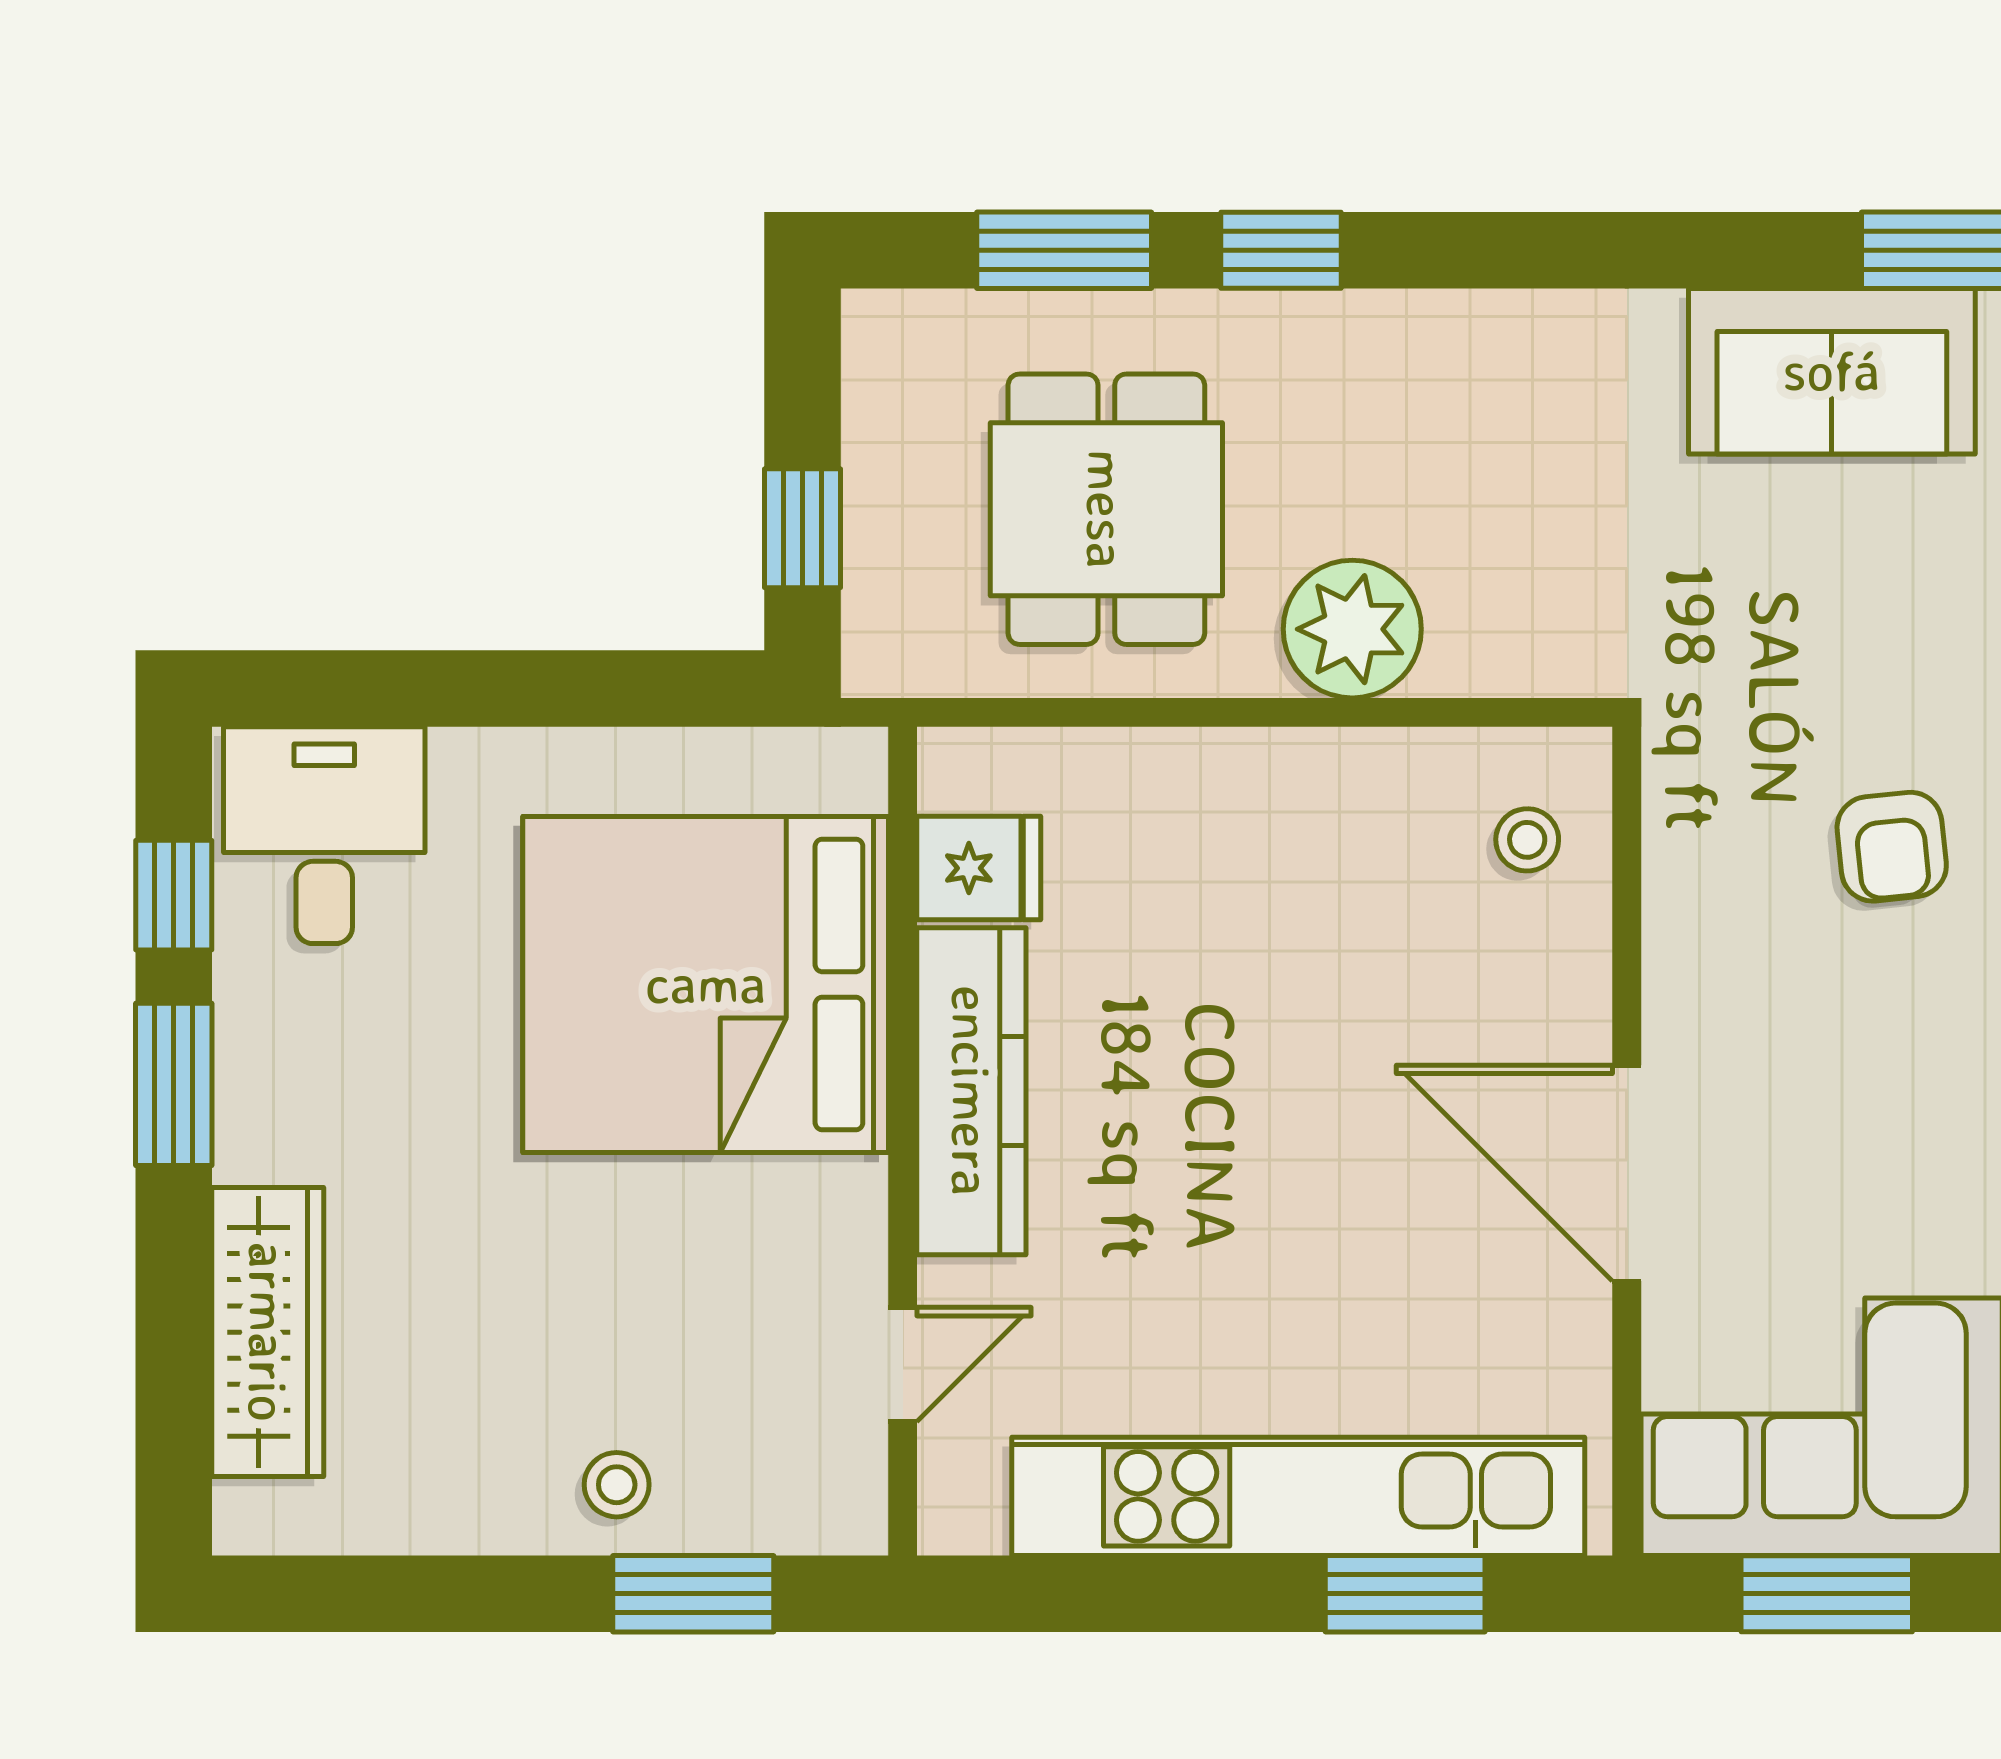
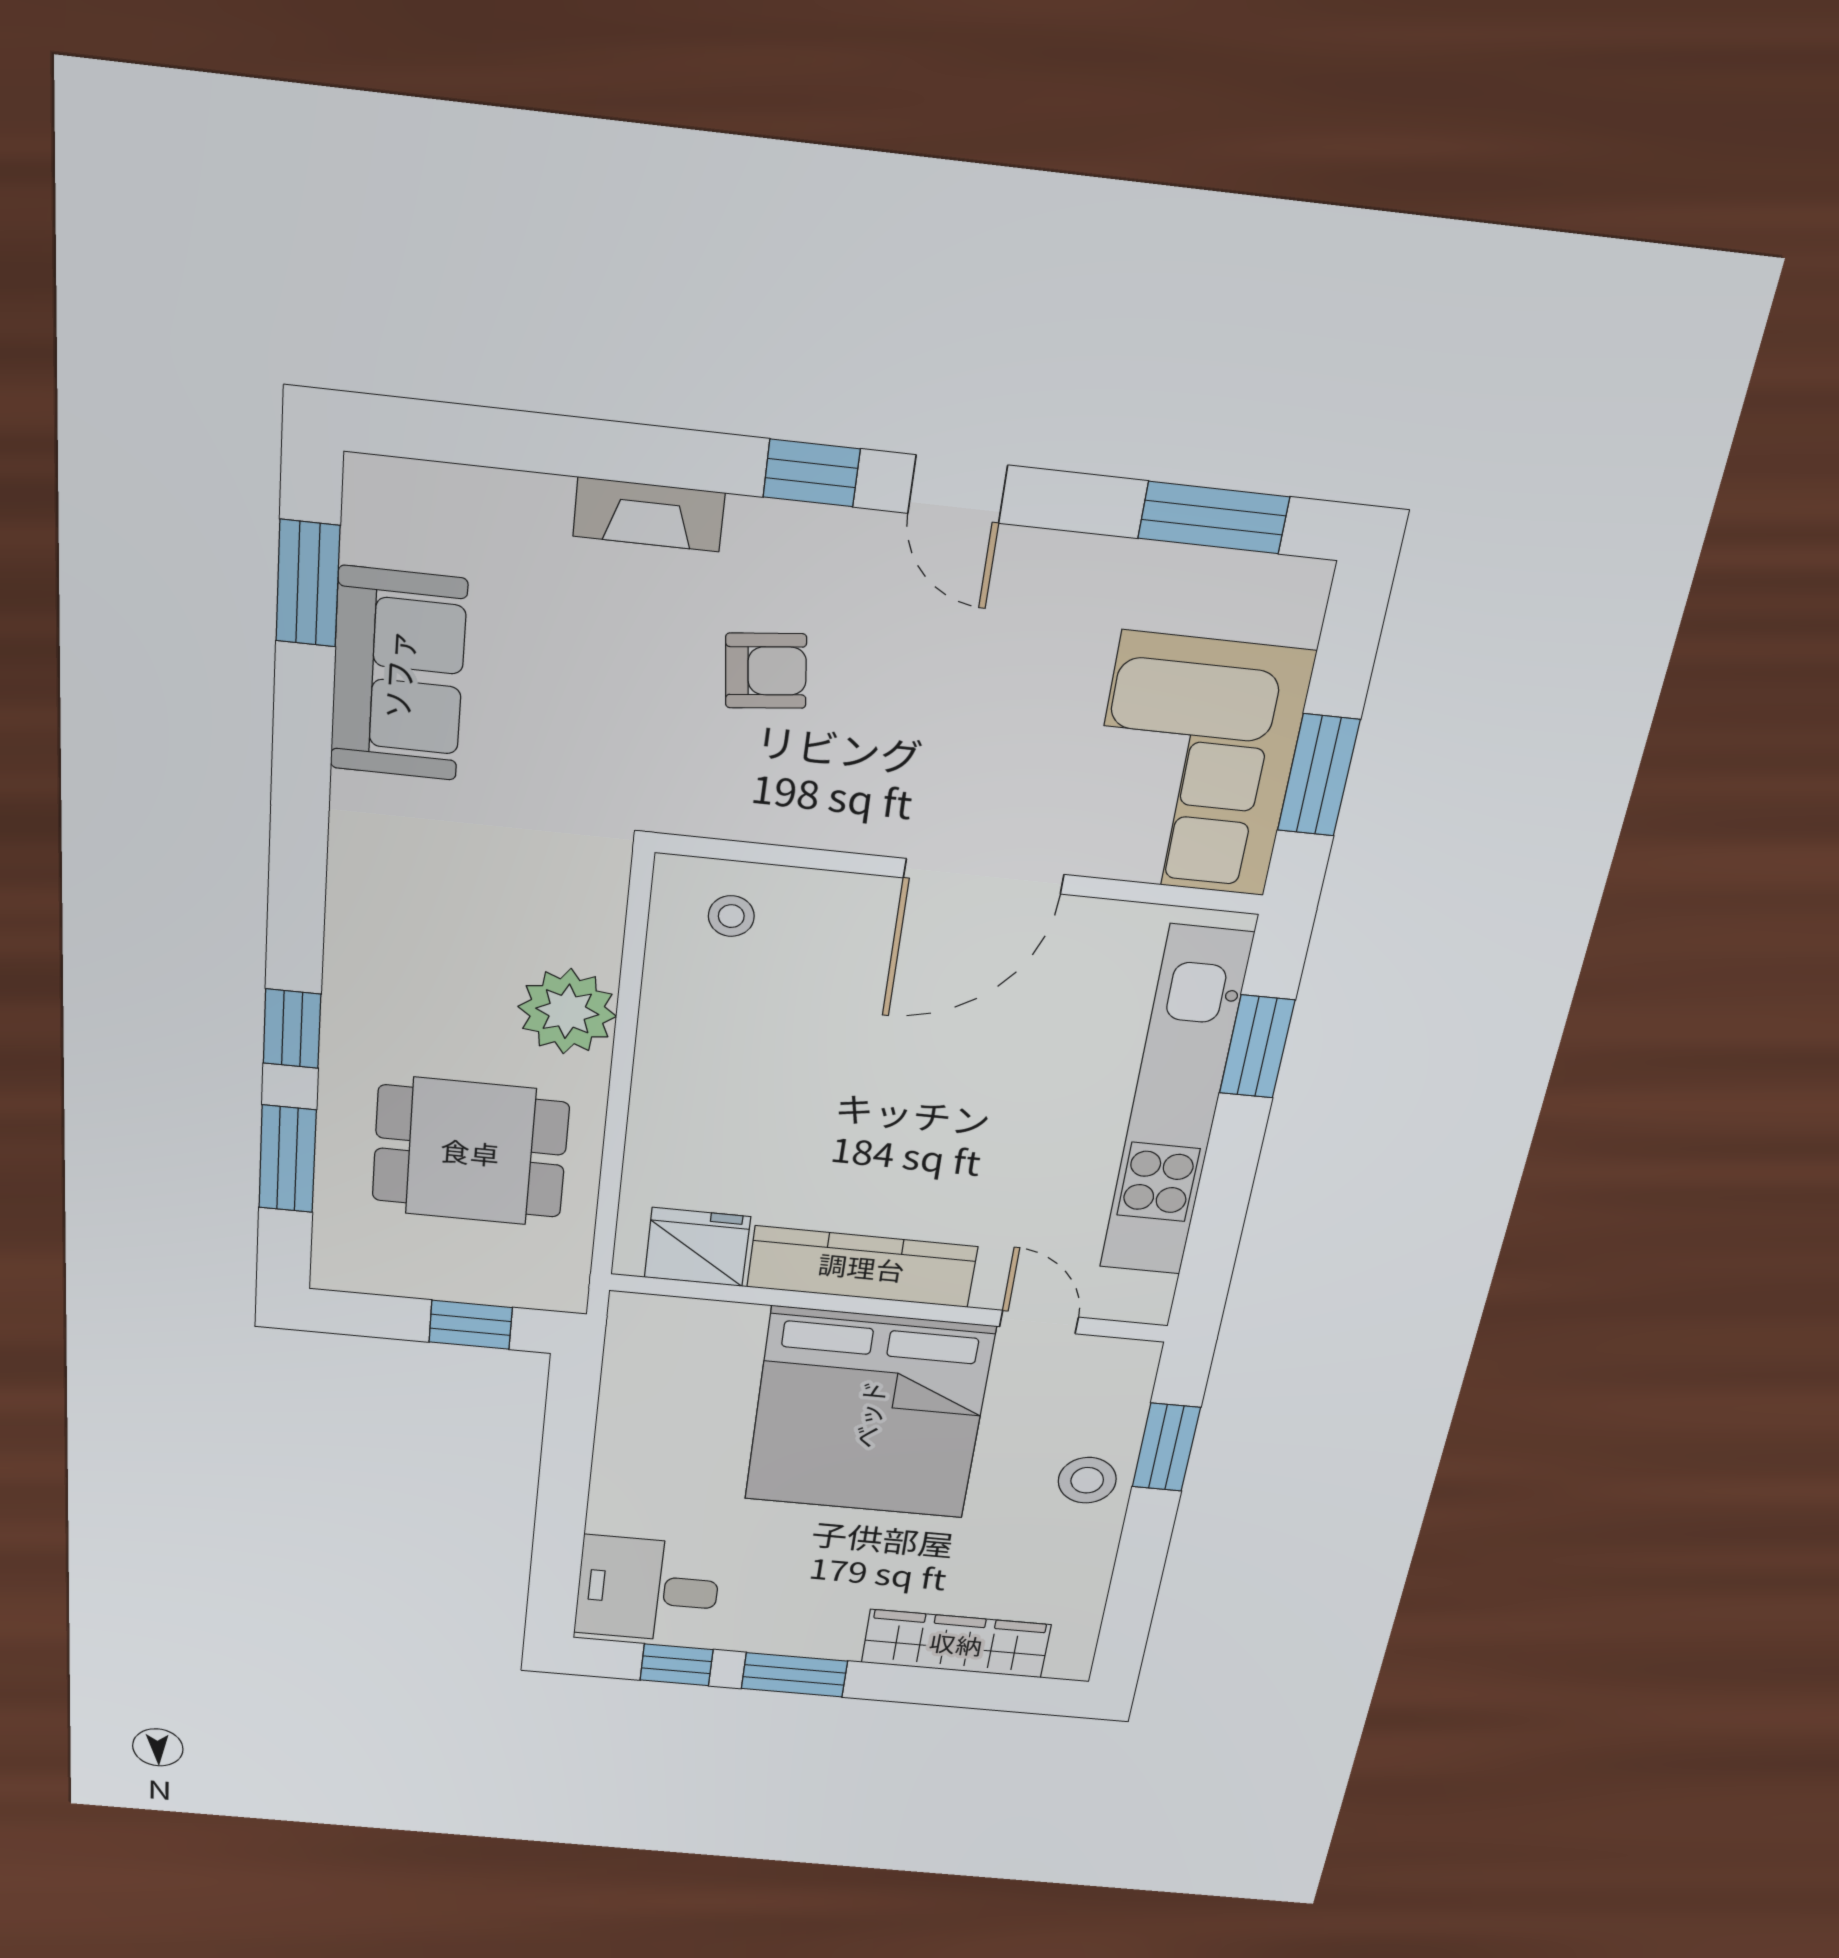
fridge: (979, 868) -> (697, 1247), width x1.38
bed: (706, 984) -> (869, 1414), moved
stool: (617, 1485) -> (1087, 1480), width x1.37, depth x1.37

